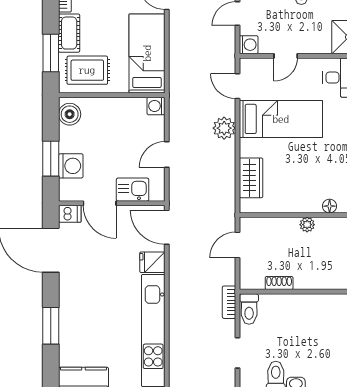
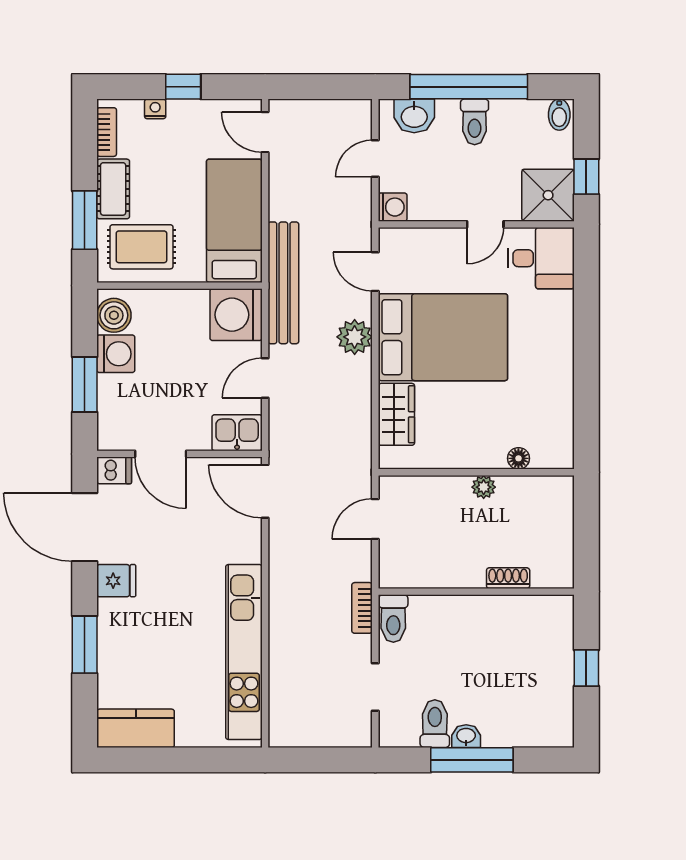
door: (286, 56) -> (485, 224), moved
bench: (178, 93) -> (283, 283), added
washing machine: (156, 106) -> (236, 315), width x1.89, depth x1.89
bed: (281, 119) -> (443, 337), width x1.50
washing machine: (71, 166) -> (116, 354), moved
kitchen sink: (133, 190) -> (237, 433), moved
fridge: (152, 262) -> (116, 581), moved, turned 180
shoe rack: (279, 283) -> (508, 578), moved

